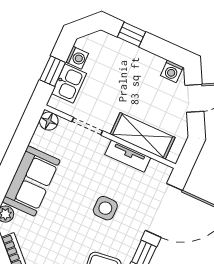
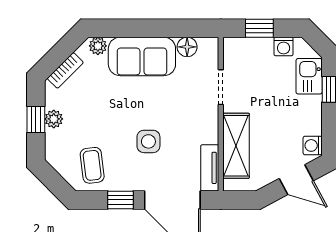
kitchen sink: (69, 84) -> (309, 76), moved, turned 90
floor lamp: (49, 121) -> (187, 47), moved
tv unit: (128, 156) -> (210, 168), moved

